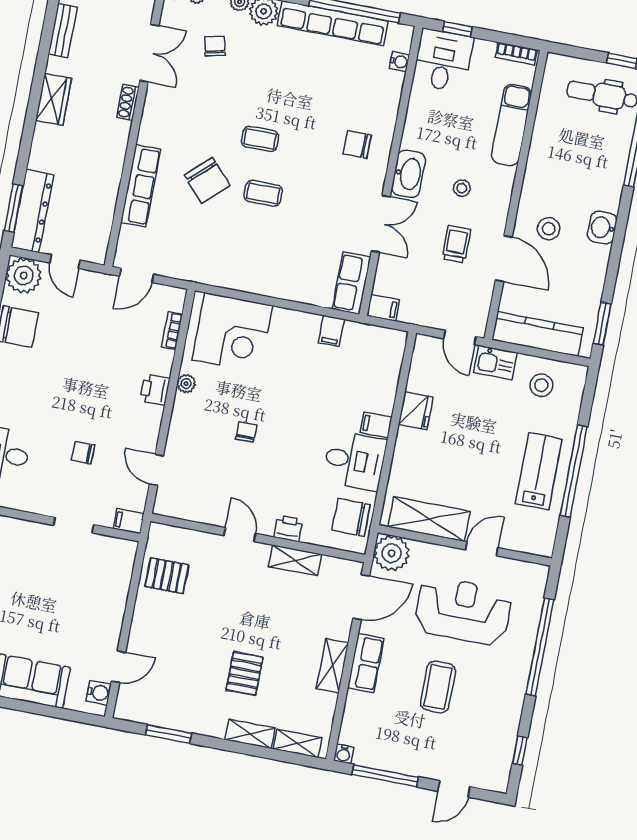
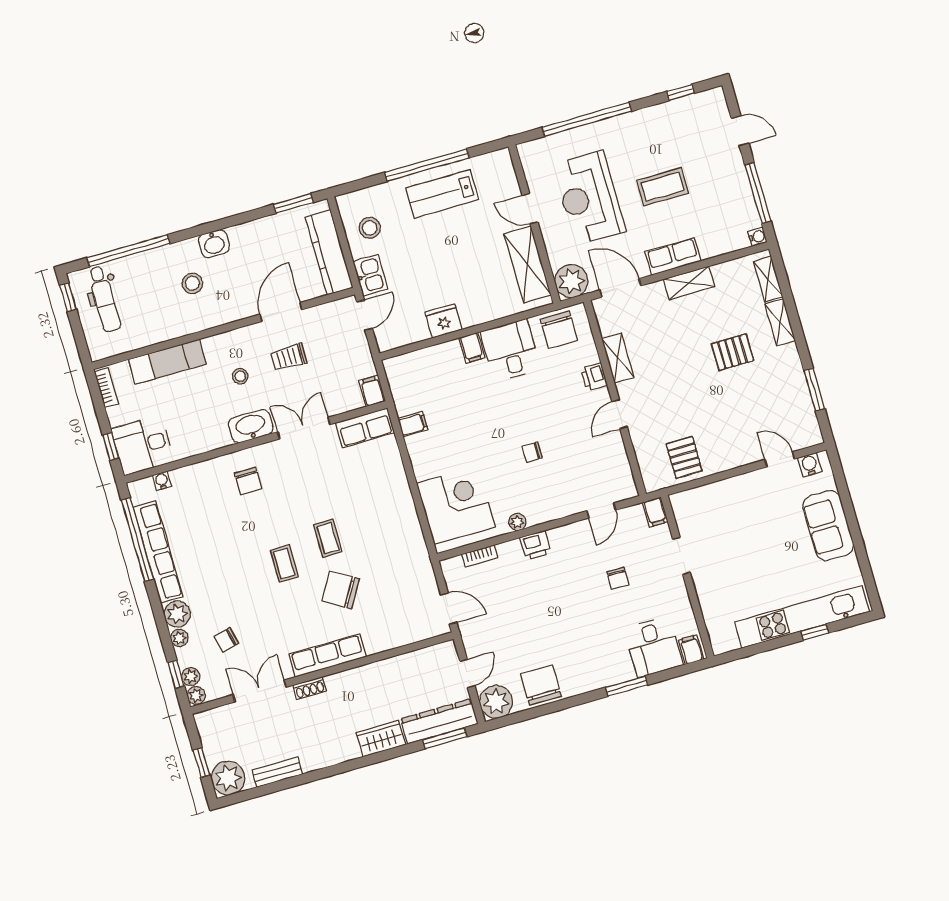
wardrobe: (54, 99) -> (381, 739), moved
chair: (207, 180) -> (341, 590), turned -106
row of seats: (141, 186) -> (328, 656), moved
stool: (549, 229) -> (192, 283), moved

